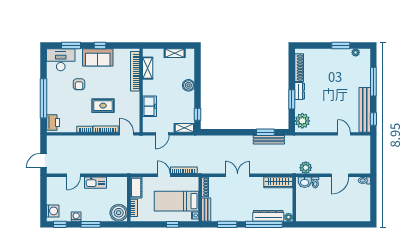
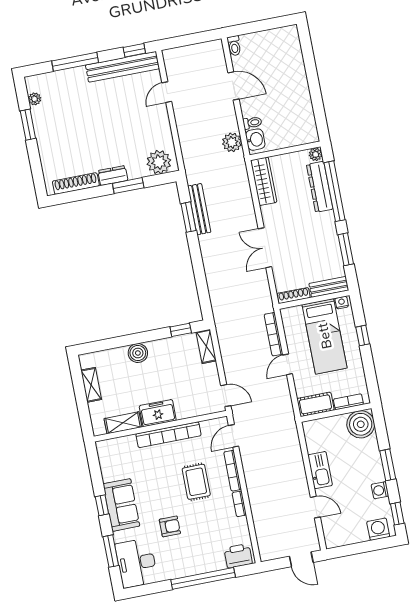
bookcase: (135, 71) -> (168, 435), moved
freezer: (150, 106) -> (158, 413), moved
door: (162, 134) -> (226, 396), moved

